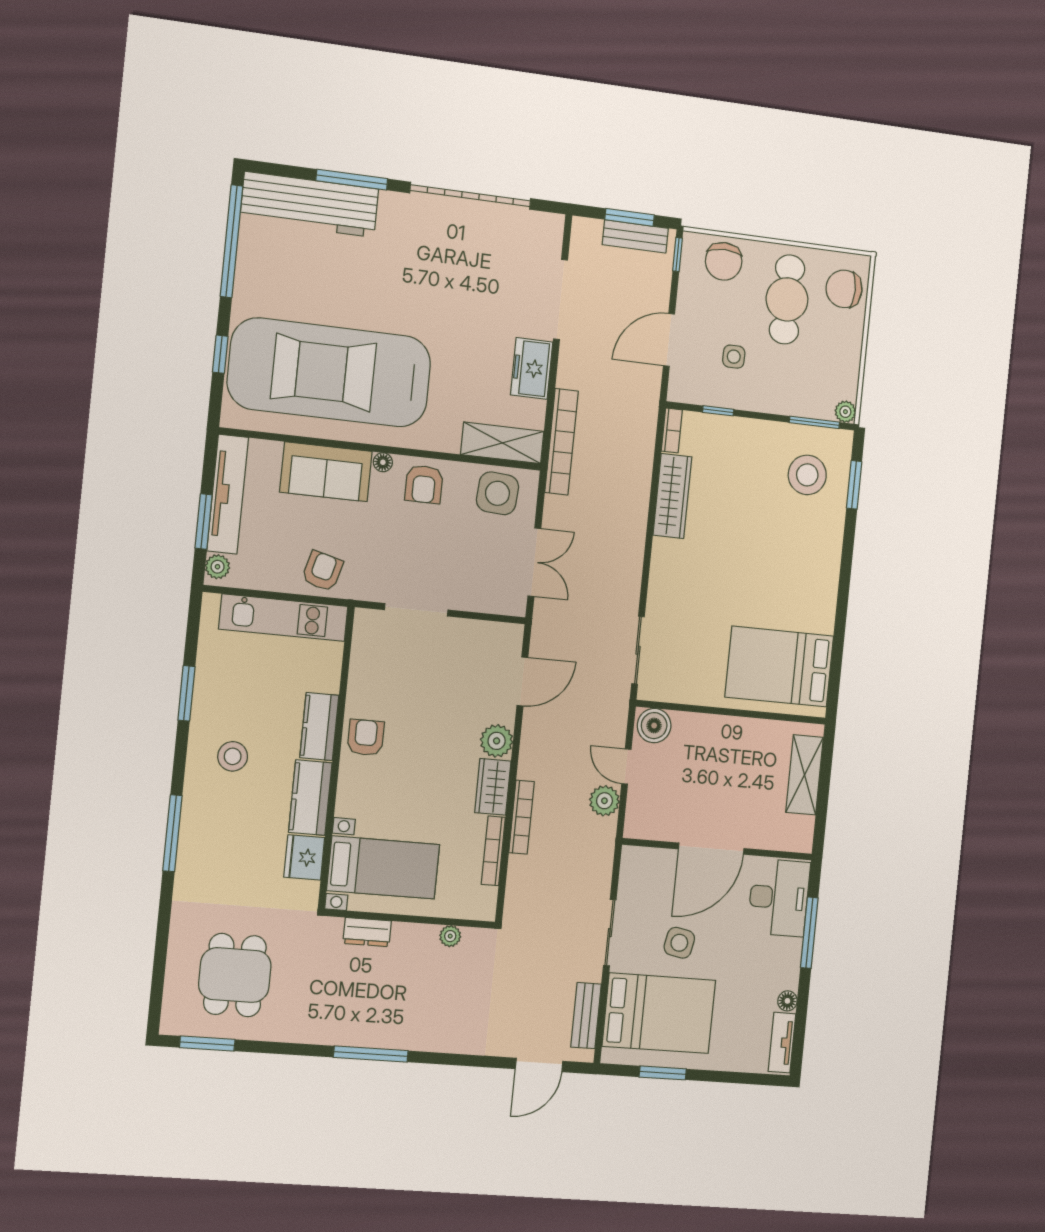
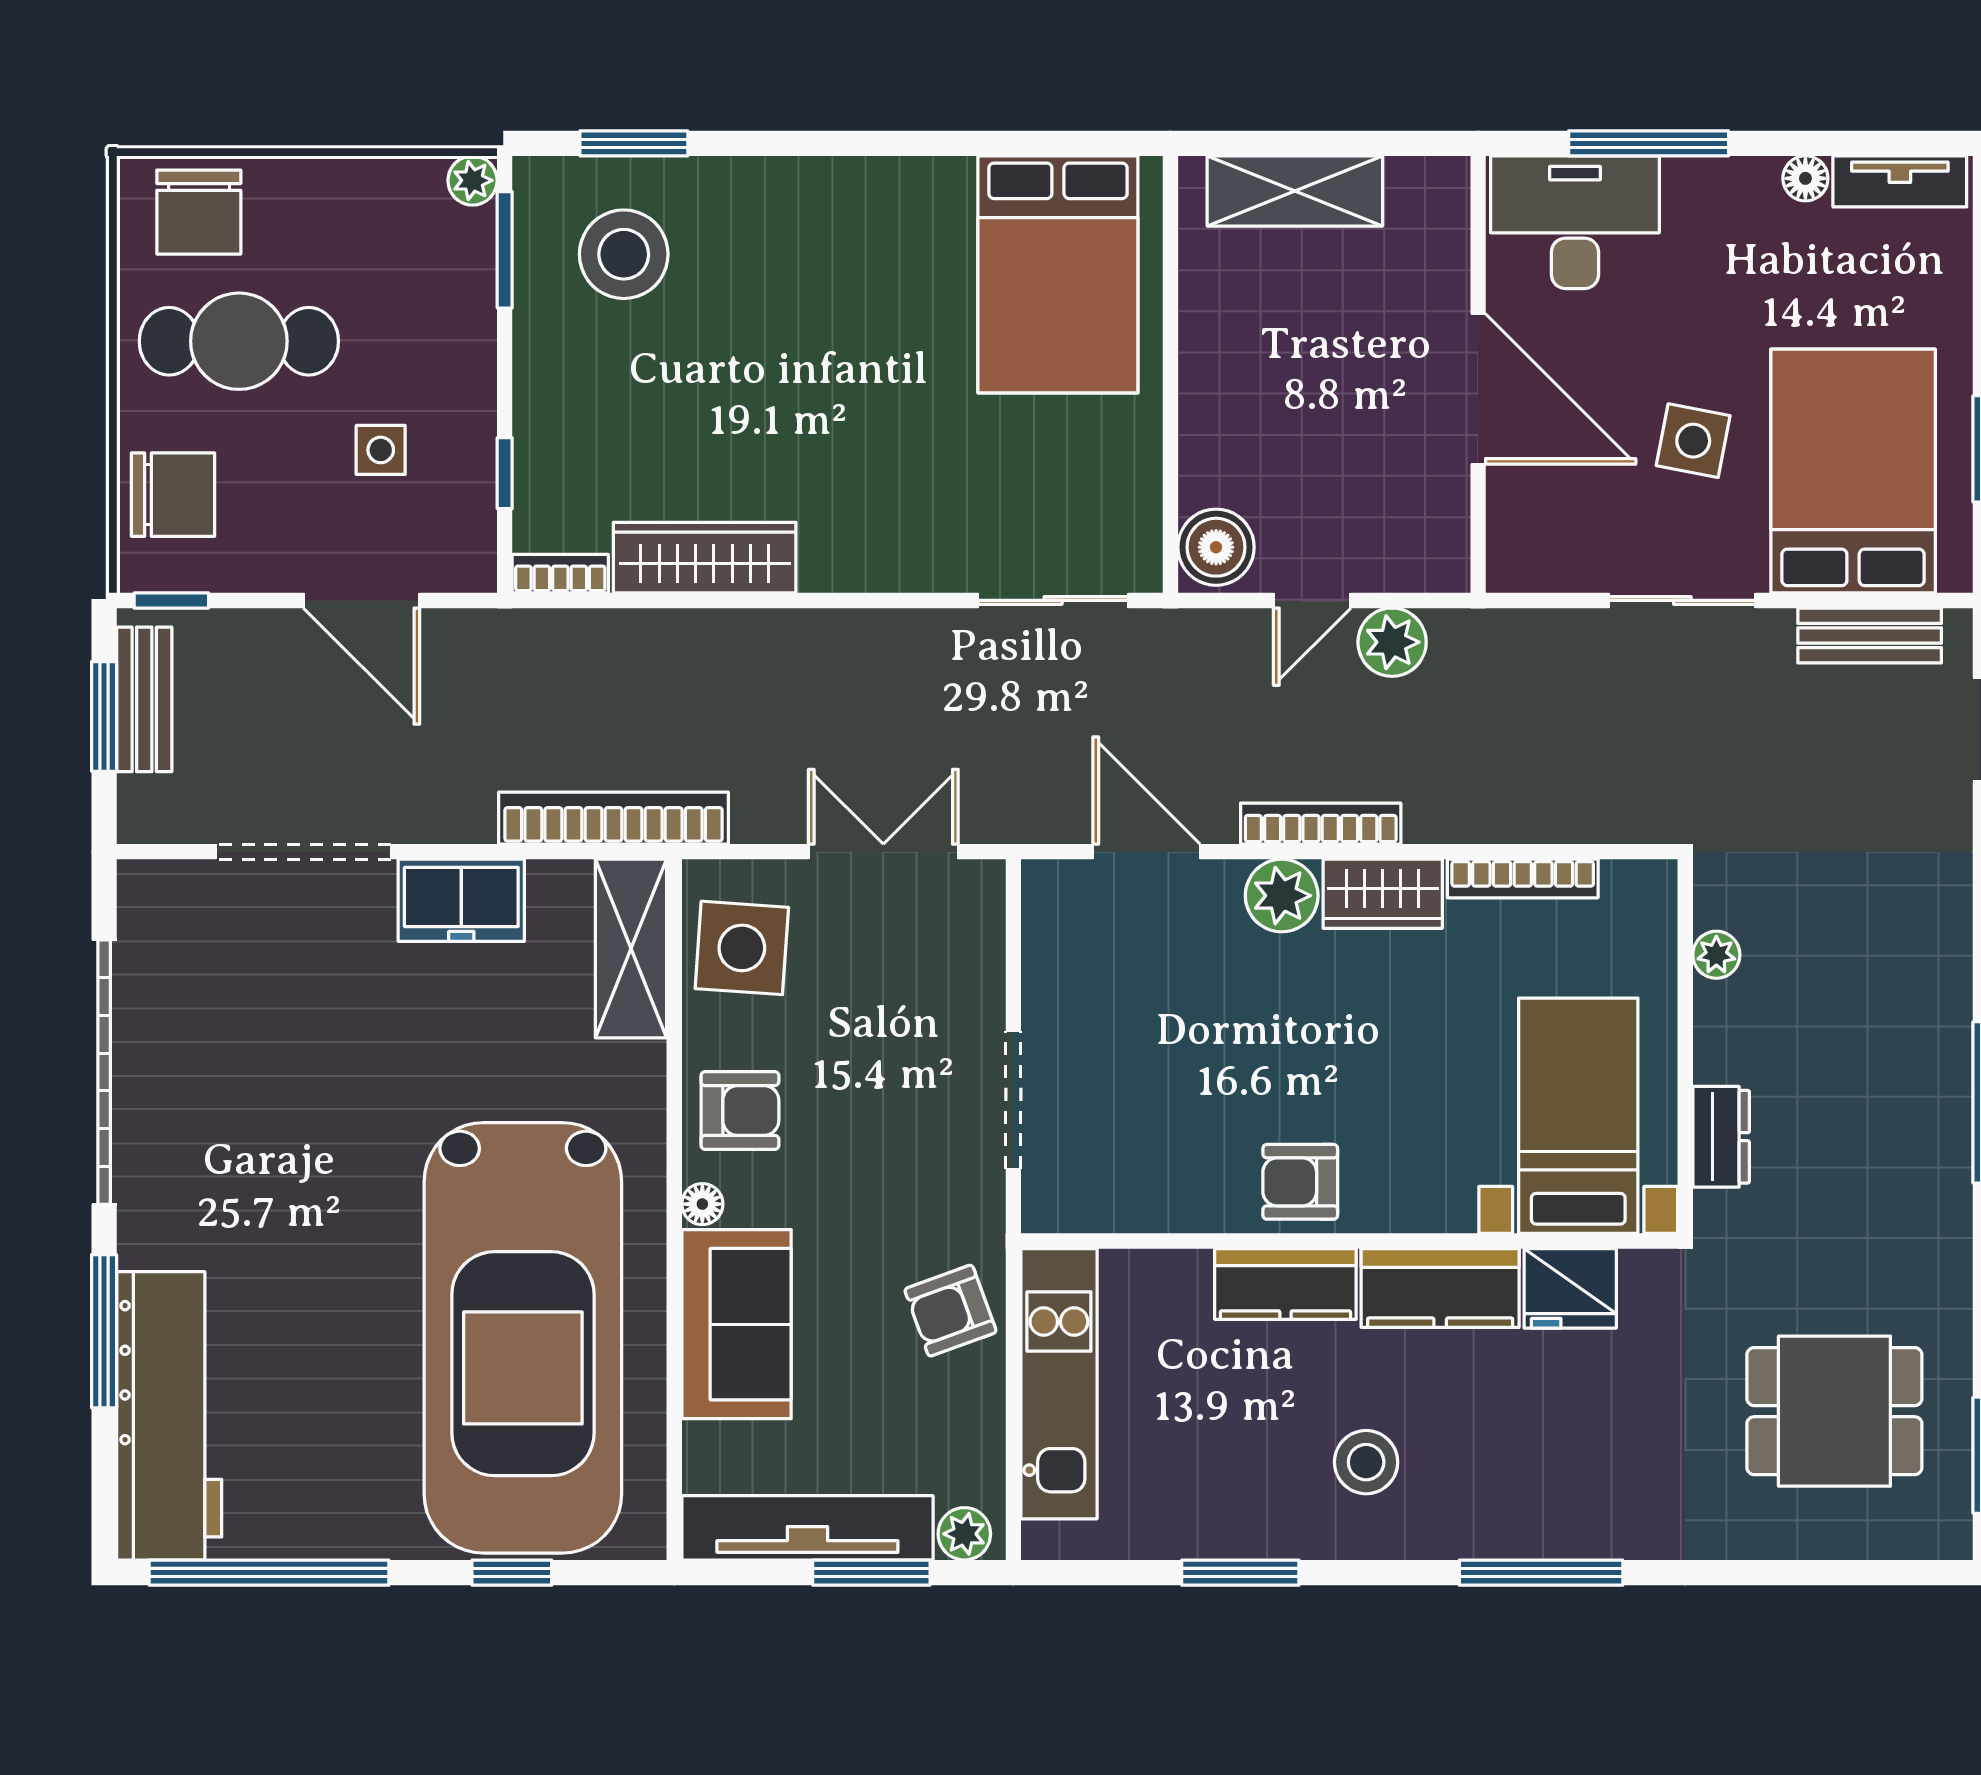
armchair: (322, 571) -> (950, 1311), turned -35
bookcase: (522, 817) -> (1321, 824), moved

